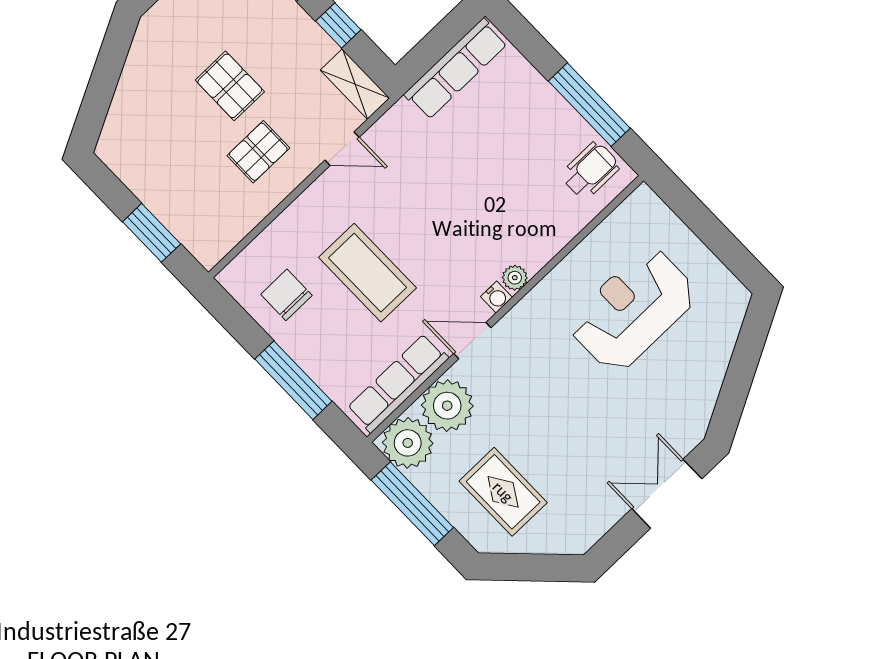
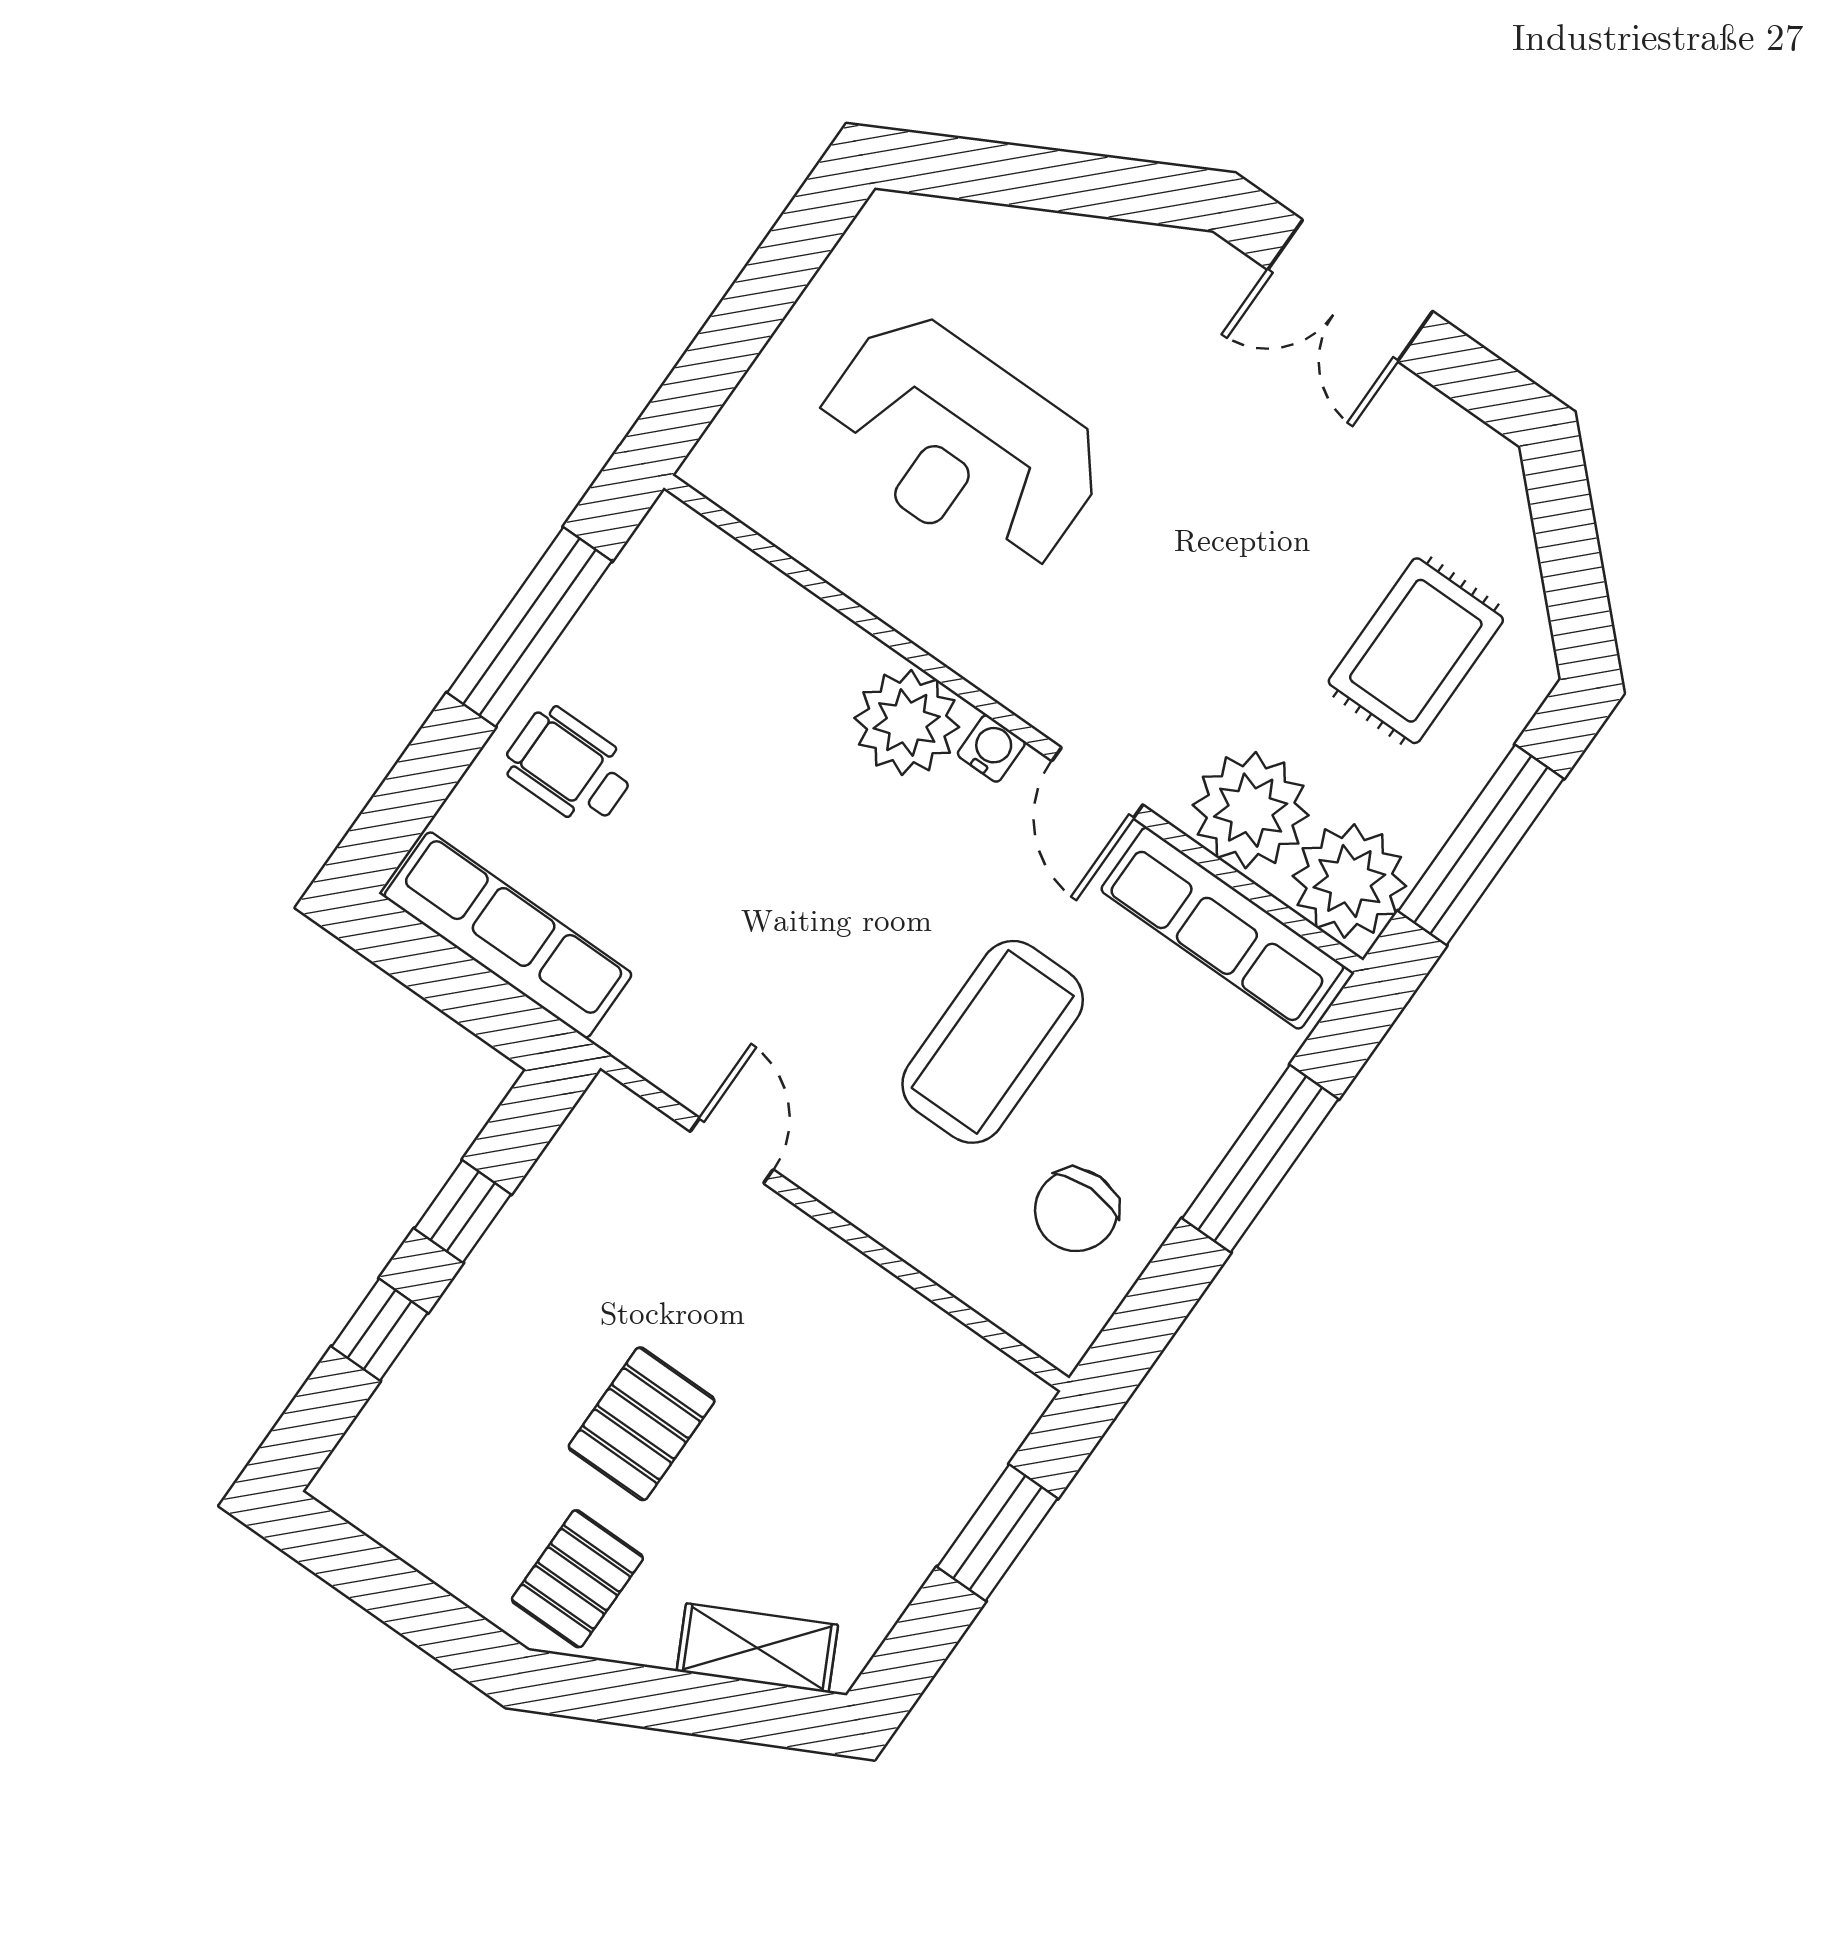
shelving: (355, 84) -> (757, 1648), moved, turned 63
pallet: (258, 152) -> (577, 1579), moved, turned 90
wheelchair: (590, 171) -> (570, 767), moved
plant: (515, 278) -> (907, 722), width x1.87, depth x1.87

